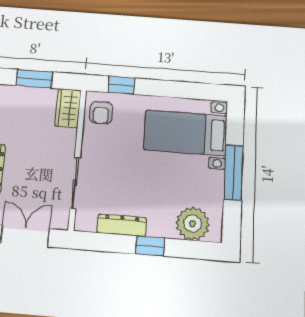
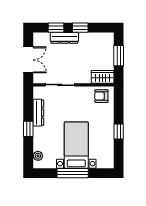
window: (121, 85) -> (119, 131), moved
bed with nightstands: (186, 133) -> (76, 145), moved
plant: (192, 224) -> (38, 156), width x0.53, depth x0.53

